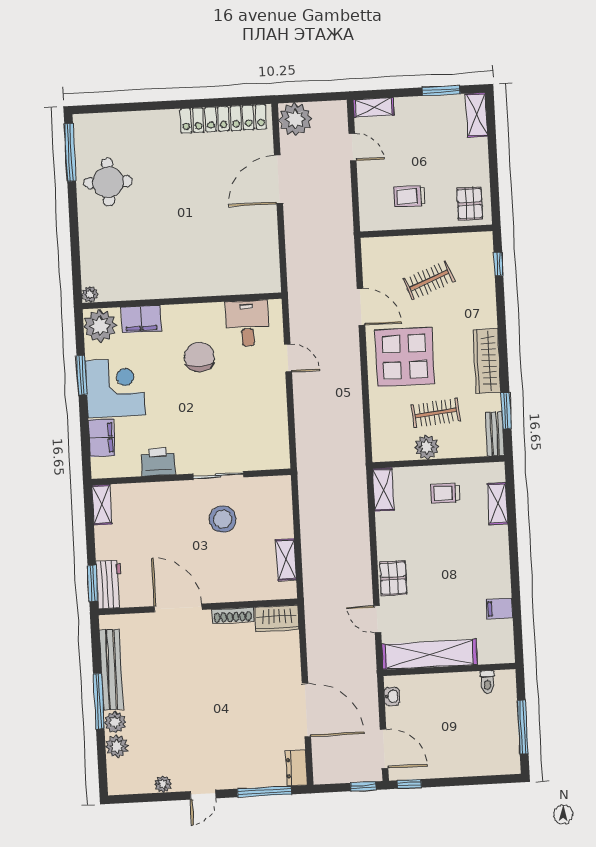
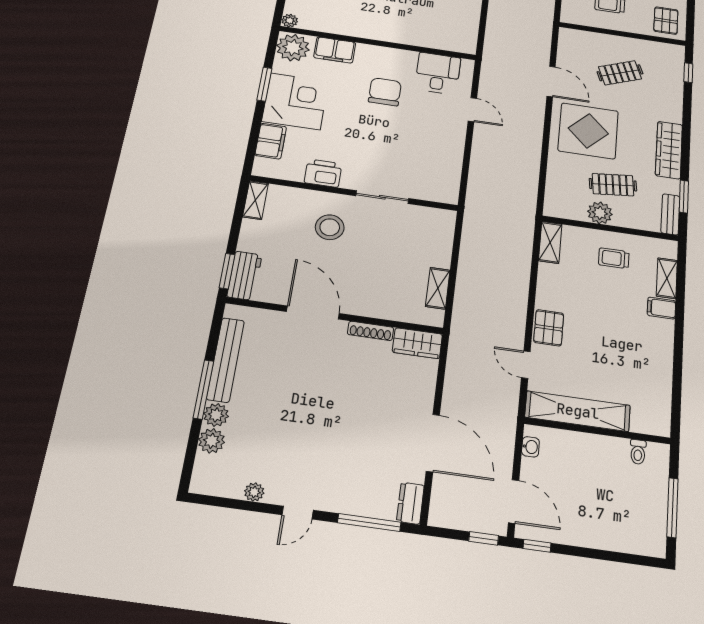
stool: (223, 519) -> (330, 227), moved
filing cabinet: (499, 609) -> (661, 308), moved

